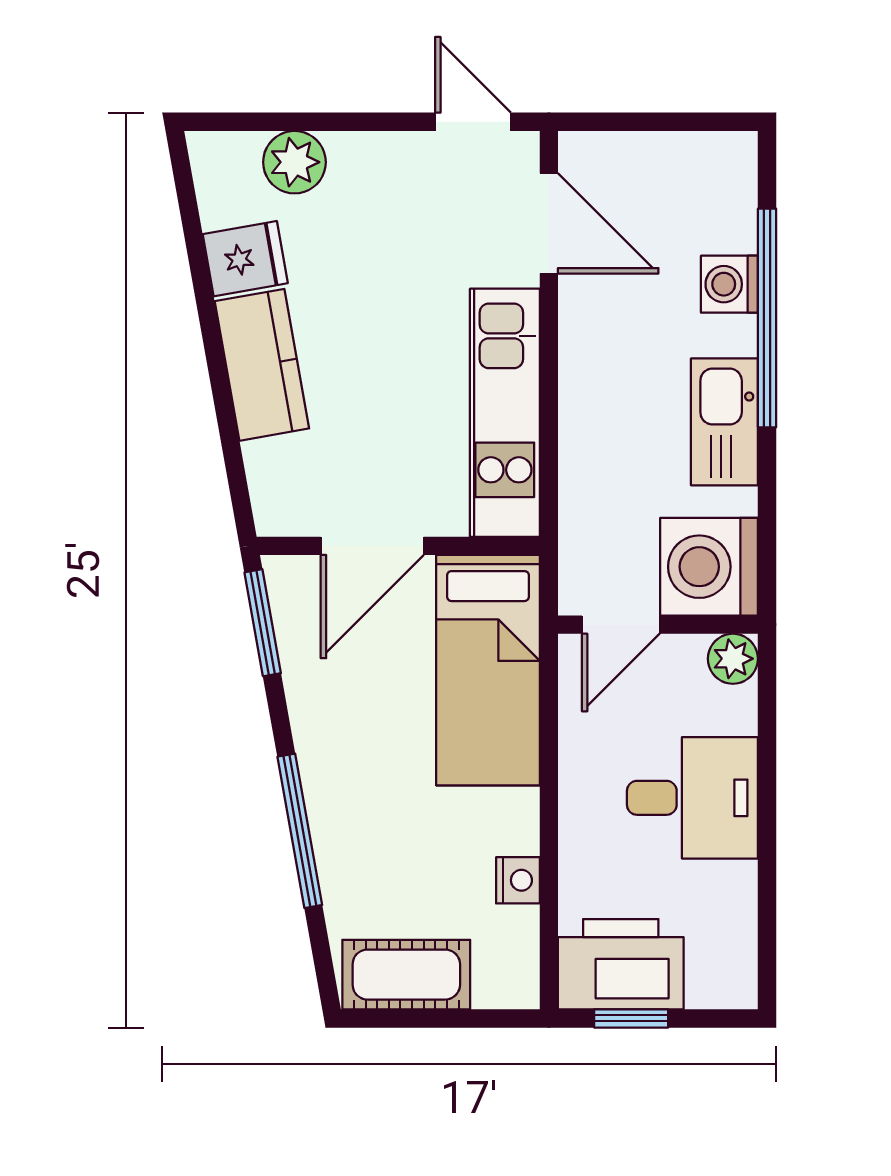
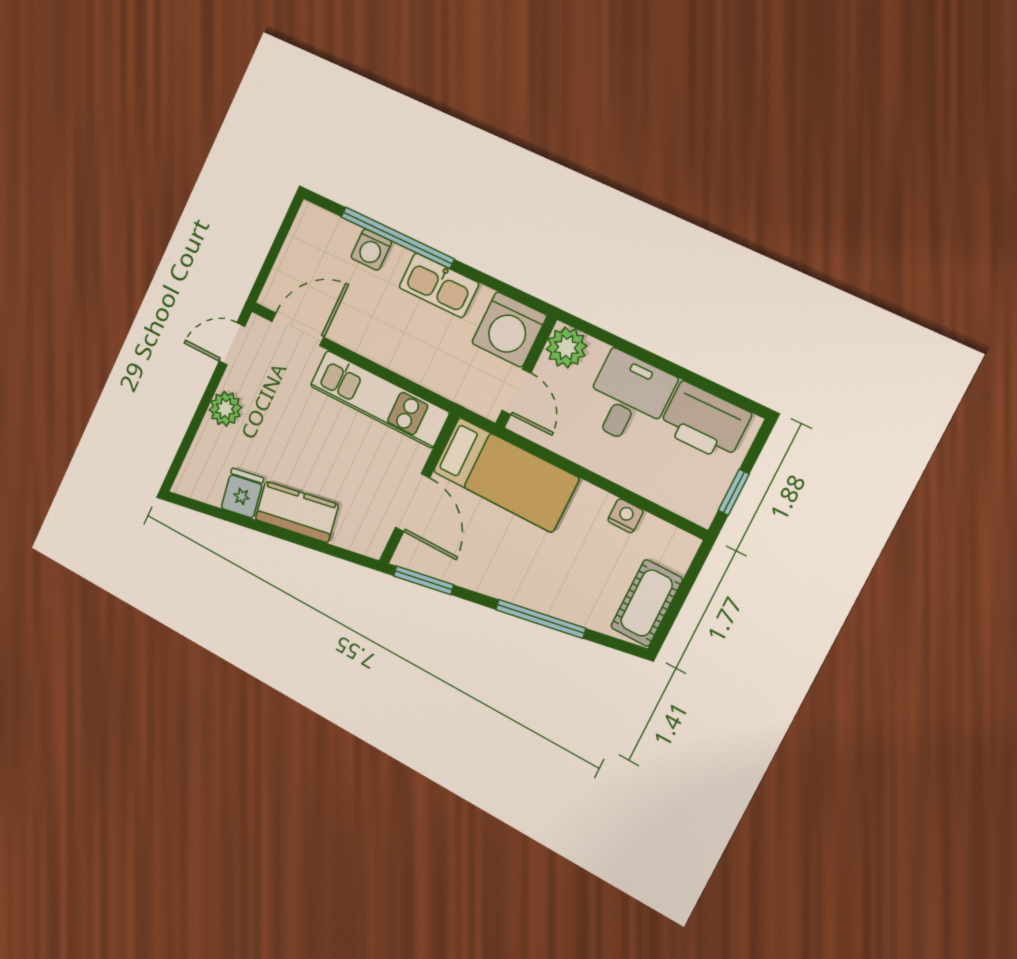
plant: (294, 162) -> (225, 409), moved
plant: (733, 659) -> (566, 347), width x1.38, depth x1.38
printer: (621, 964) -> (705, 421), moved, turned -90

